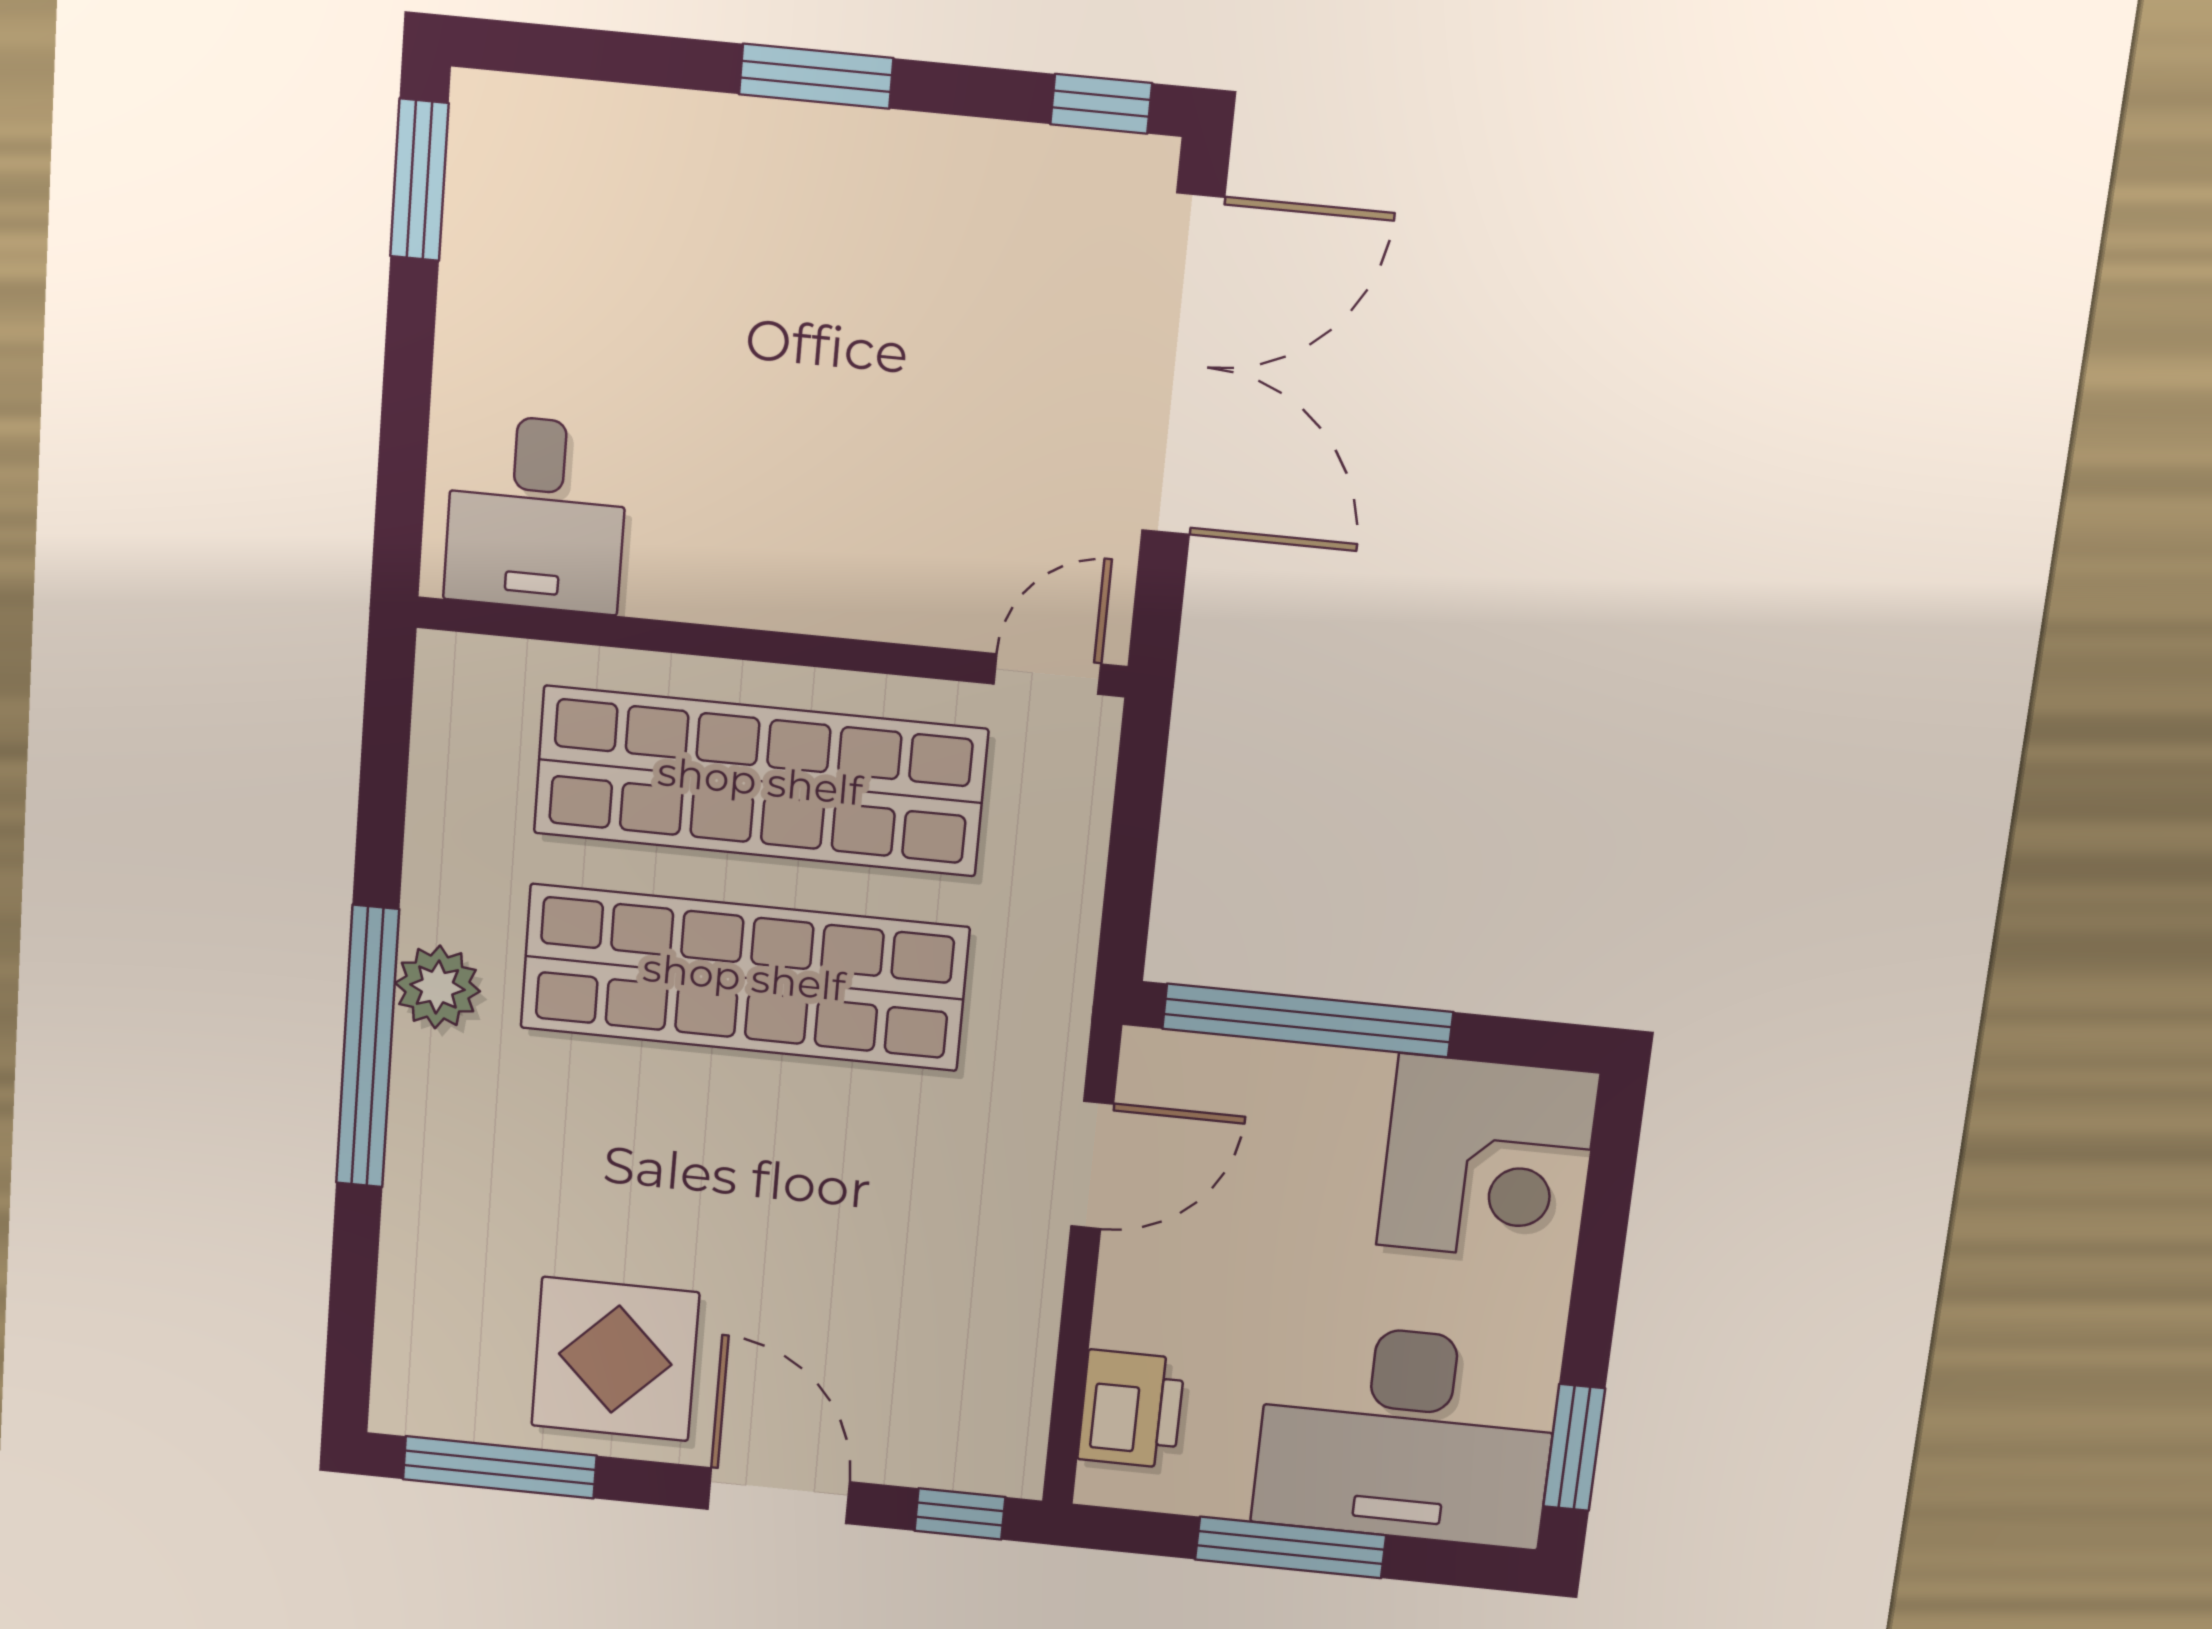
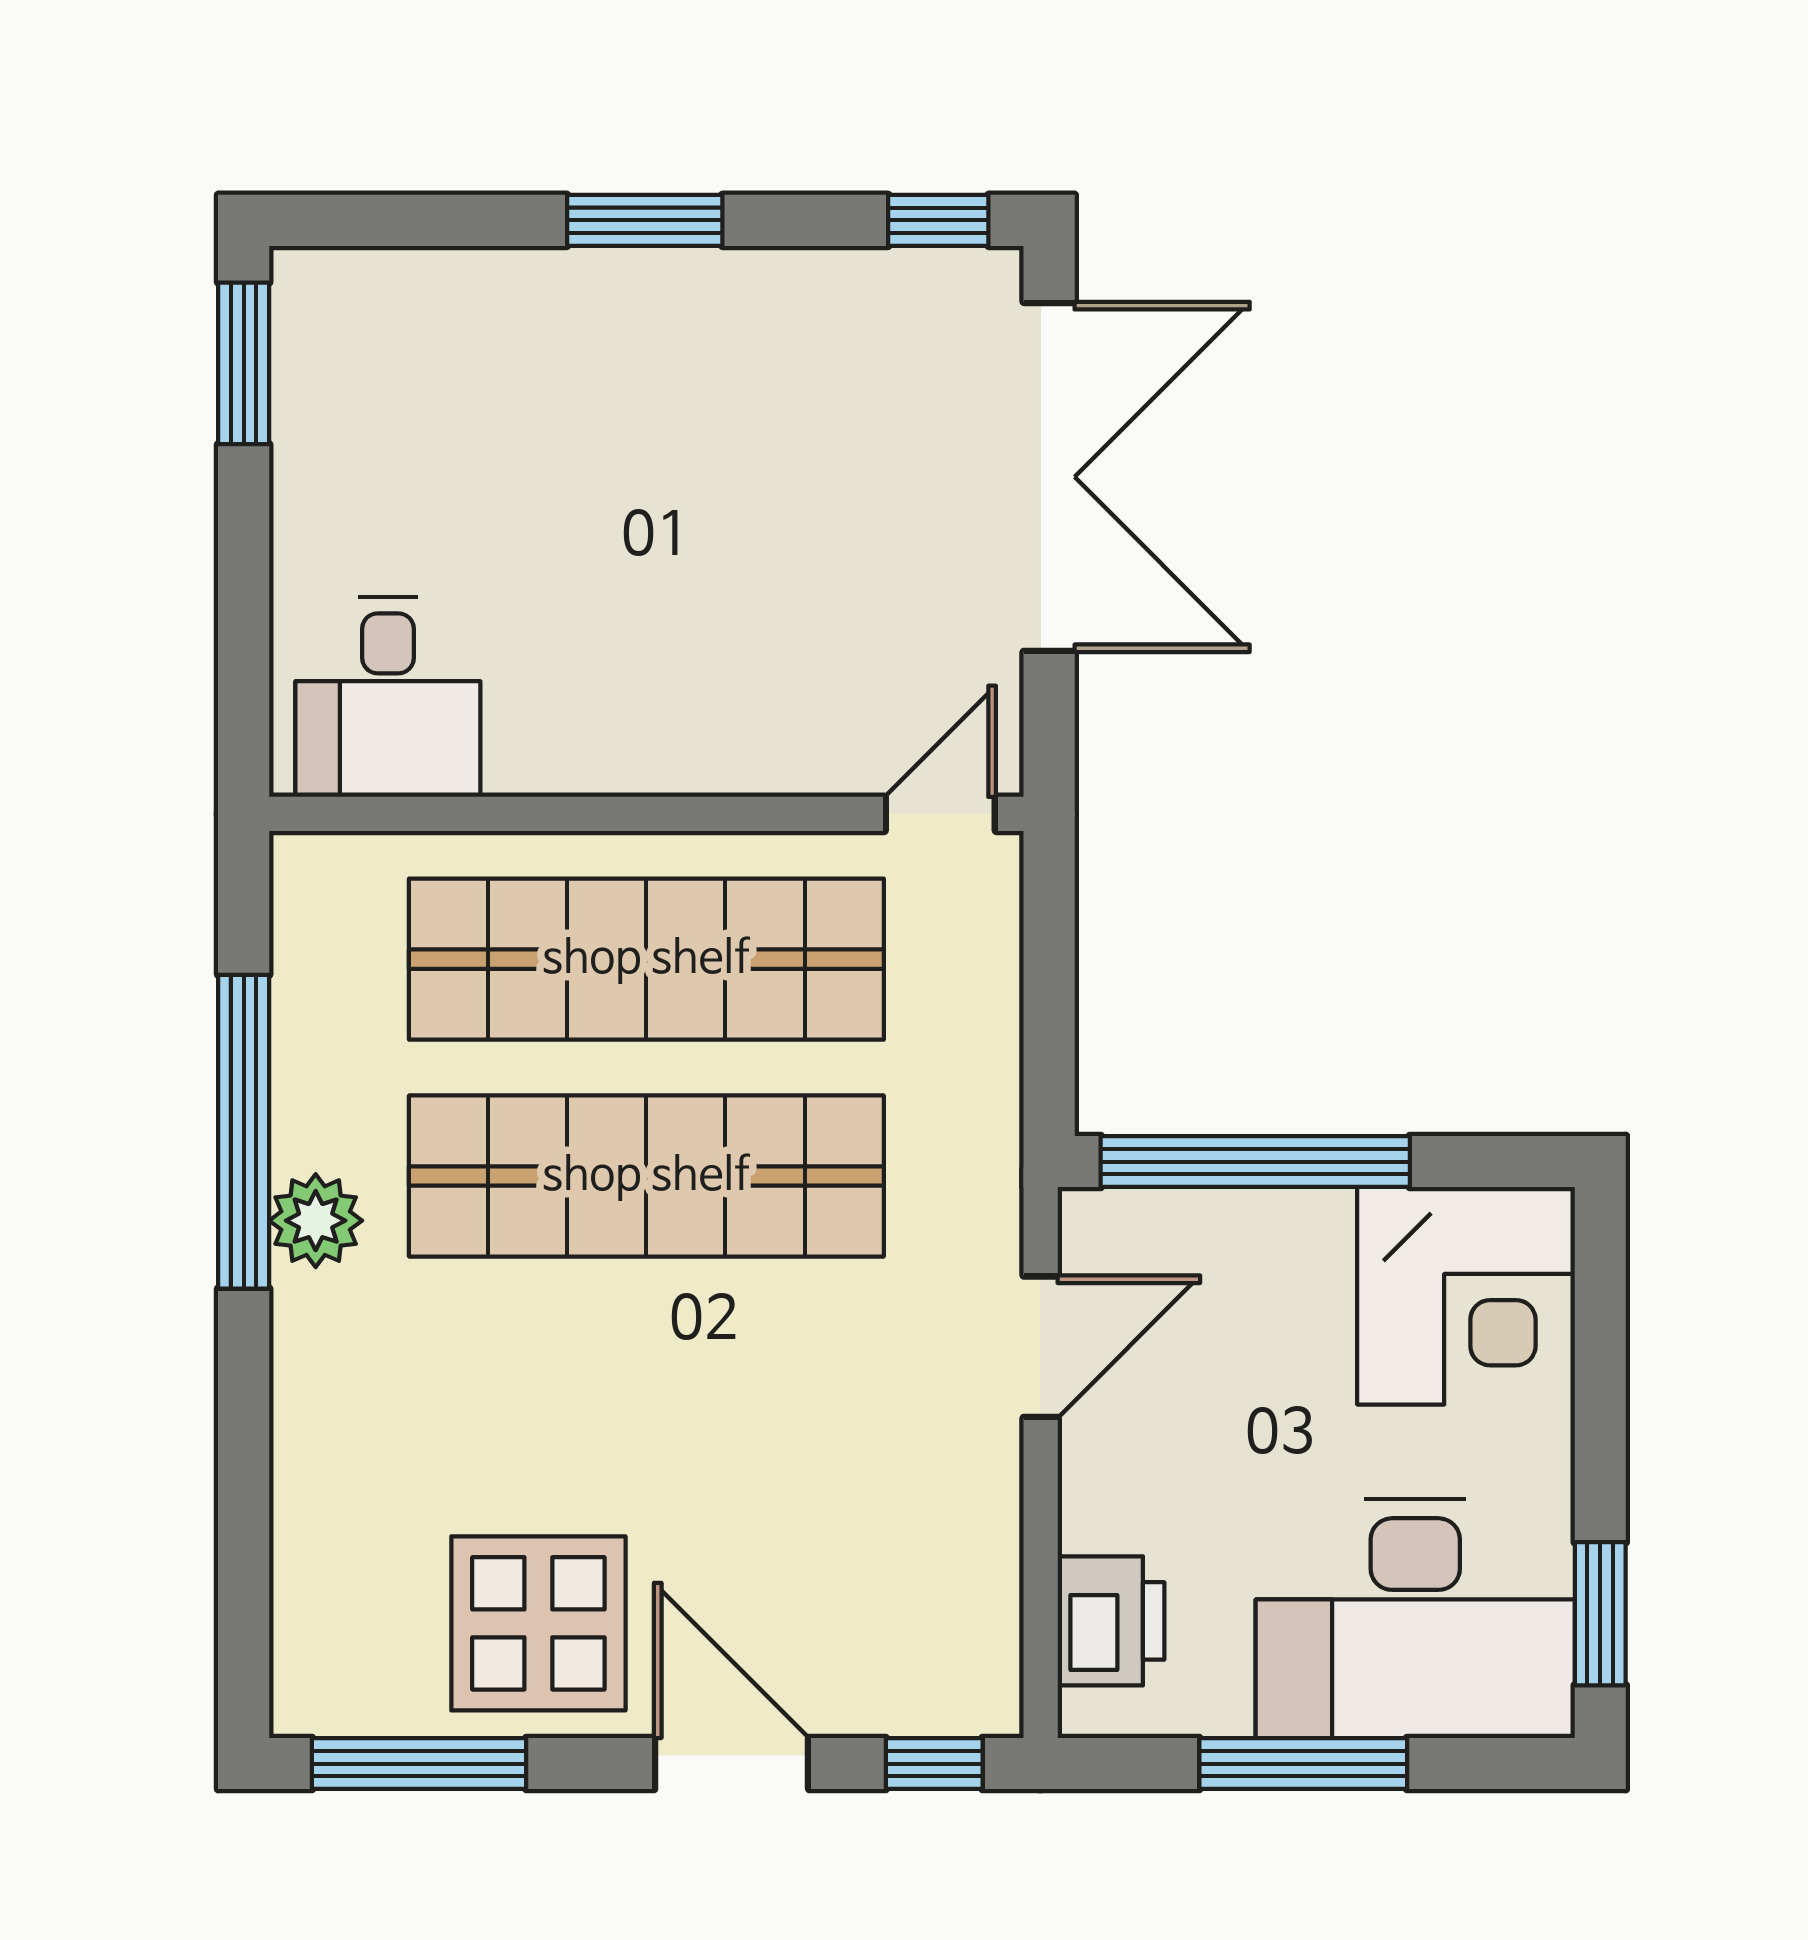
window: (367, 1047) -> (244, 1132), moved

